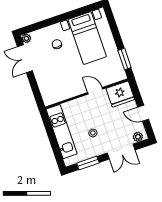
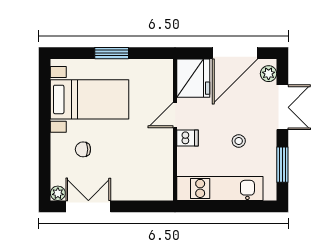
double door: (25, 59) -> (88, 206), swing flipped
window: (125, 59) -> (112, 53), moved
dishwasher: (84, 103) -> (187, 138), added
door: (143, 113) -> (235, 53), width x1.88

